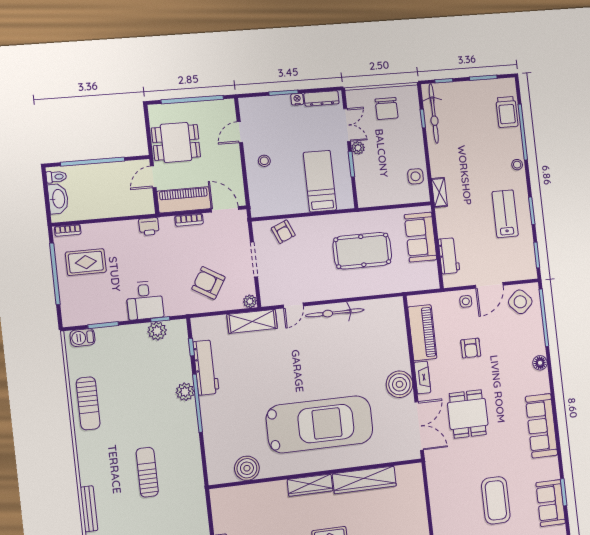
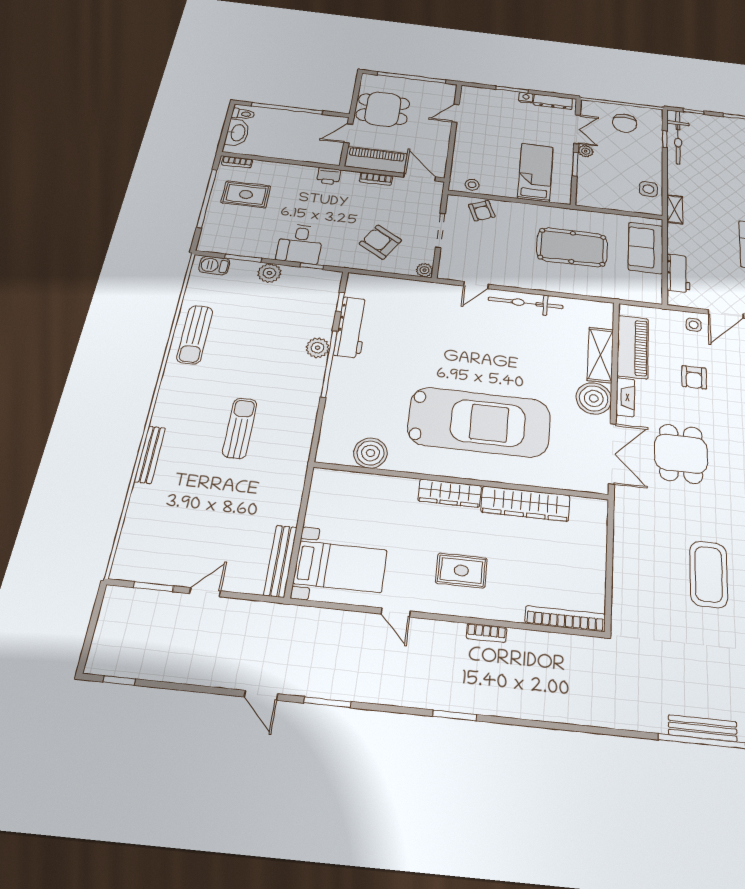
stool: (264, 161) -> (472, 185), moved
shelving: (252, 321) -> (600, 355), moved, turned 90
plant: (157, 331) -> (269, 273), moved

